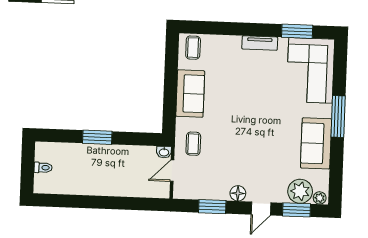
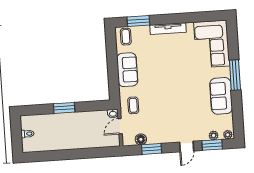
window: (297, 31) -> (138, 21), moved
tv unit: (260, 43) -> (168, 29), width x1.41
plant: (300, 191) -> (214, 135), width x0.53, depth x0.53
floor lamp: (238, 193) -> (141, 139), moved

